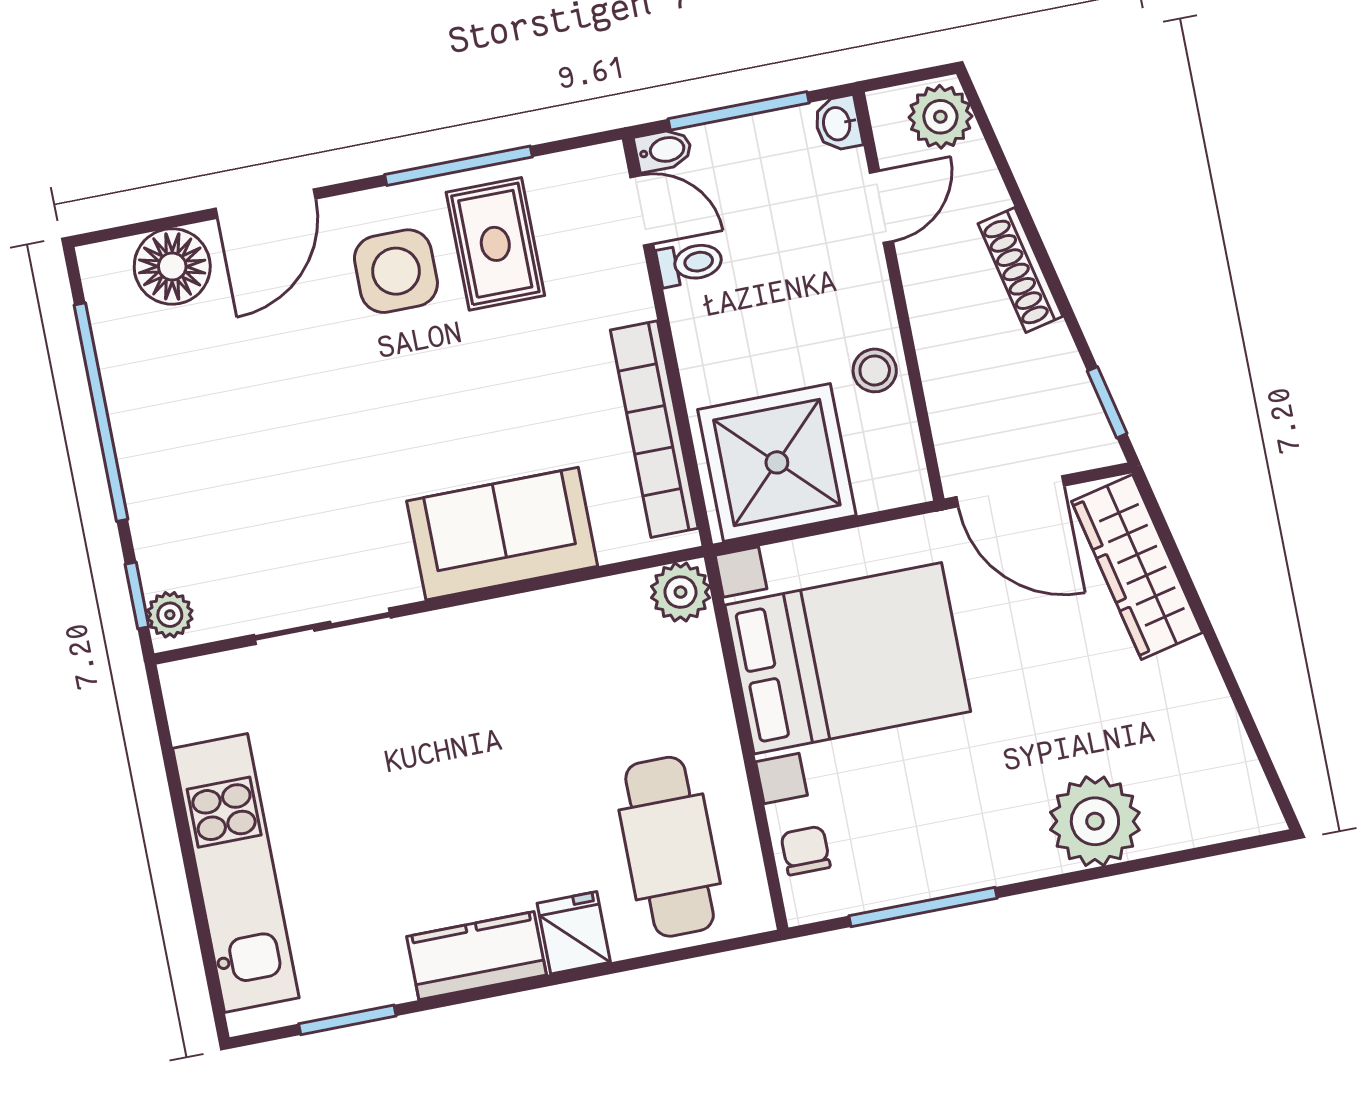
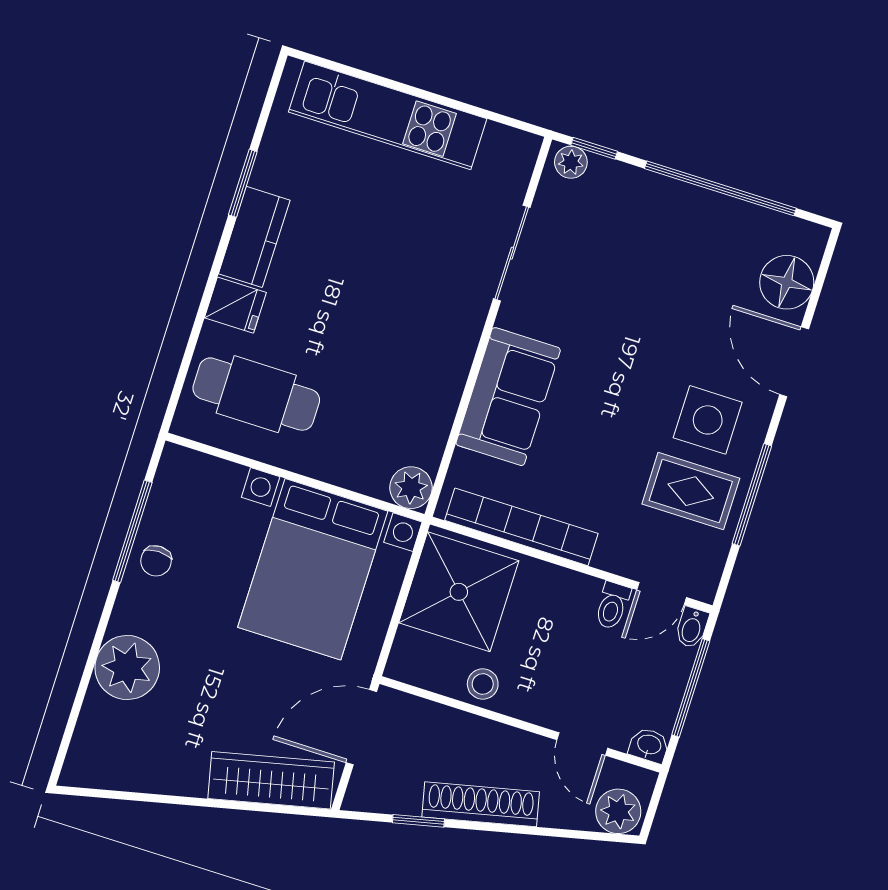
shoe rack: (1020, 270) -> (481, 804), width x1.36, depth x1.24
window: (1107, 402) -> (418, 821), moved
chair: (806, 850) -> (156, 561), moved, turned 90
window: (347, 1020) -> (243, 183), moved

